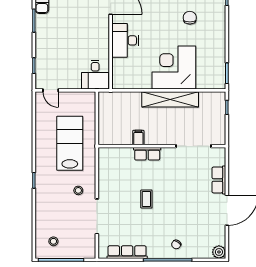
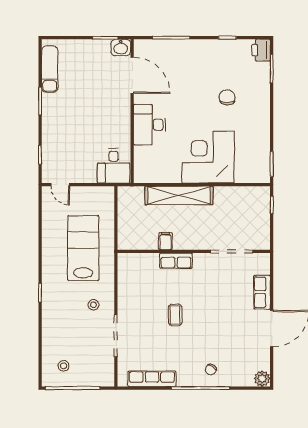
shelving: (170, 99) -> (179, 195), moved

